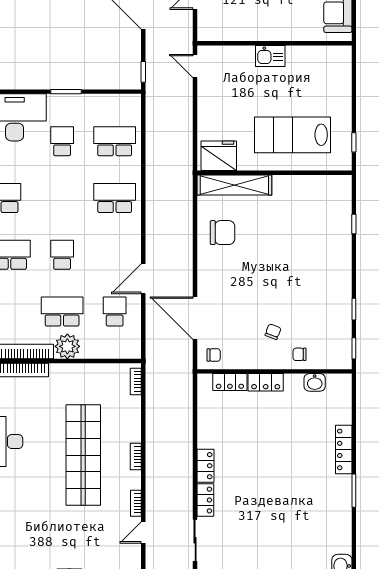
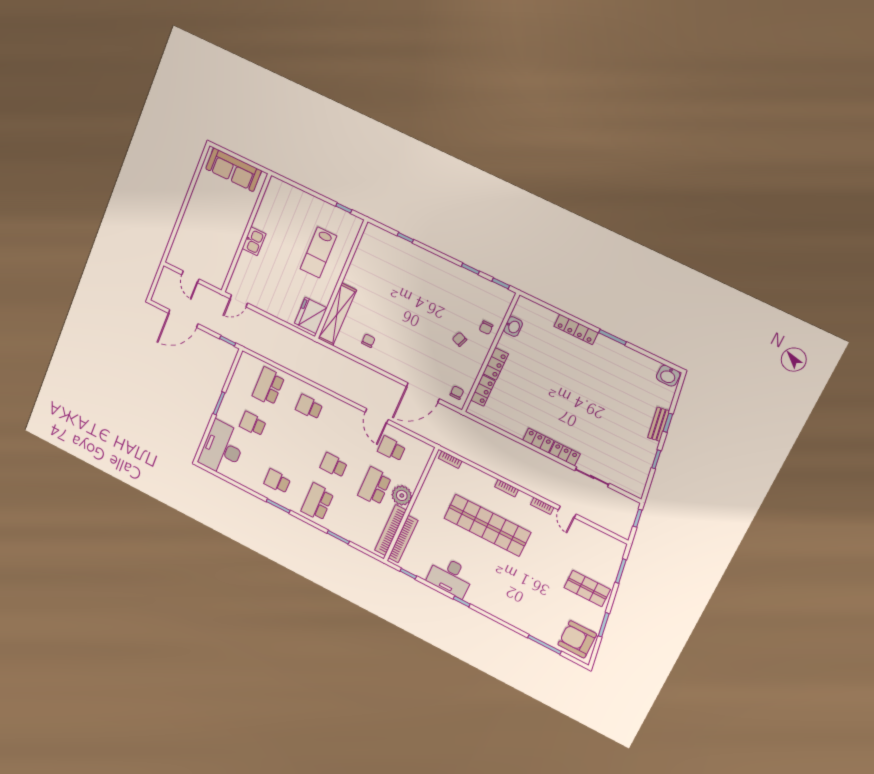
lab bench: (292, 135) -> (318, 253), width x0.73, depth x0.72
school desk: (115, 198) -> (309, 407), width x0.54
chair: (222, 233) -> (368, 341), width x0.54, depth x0.54

